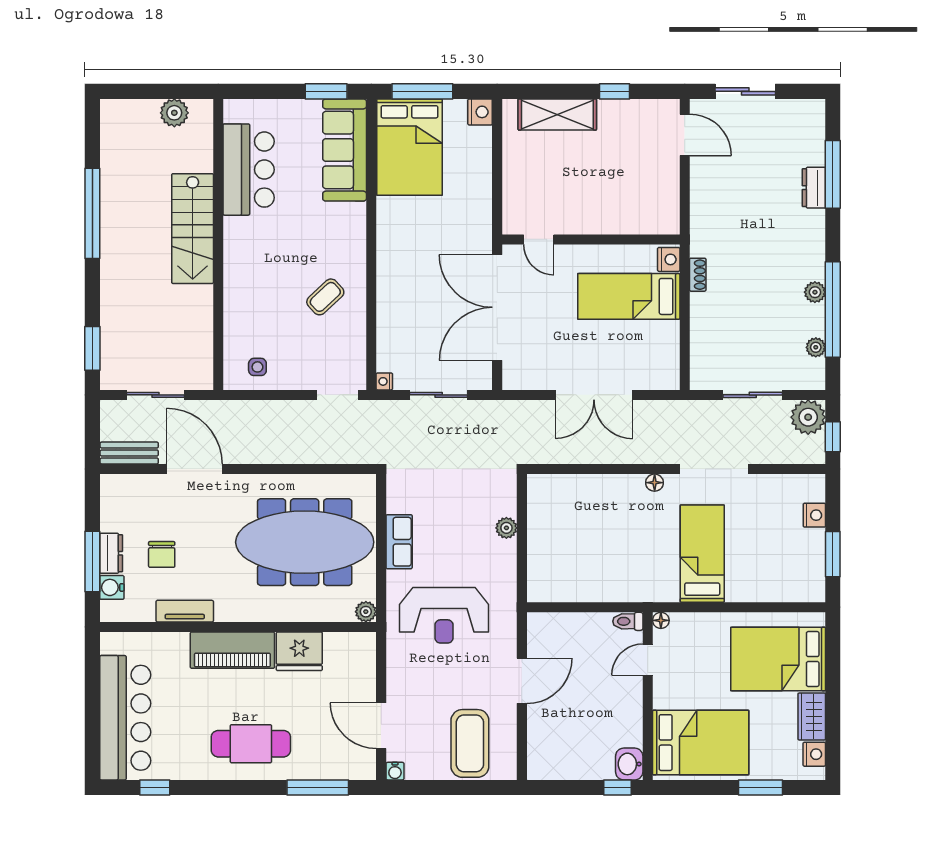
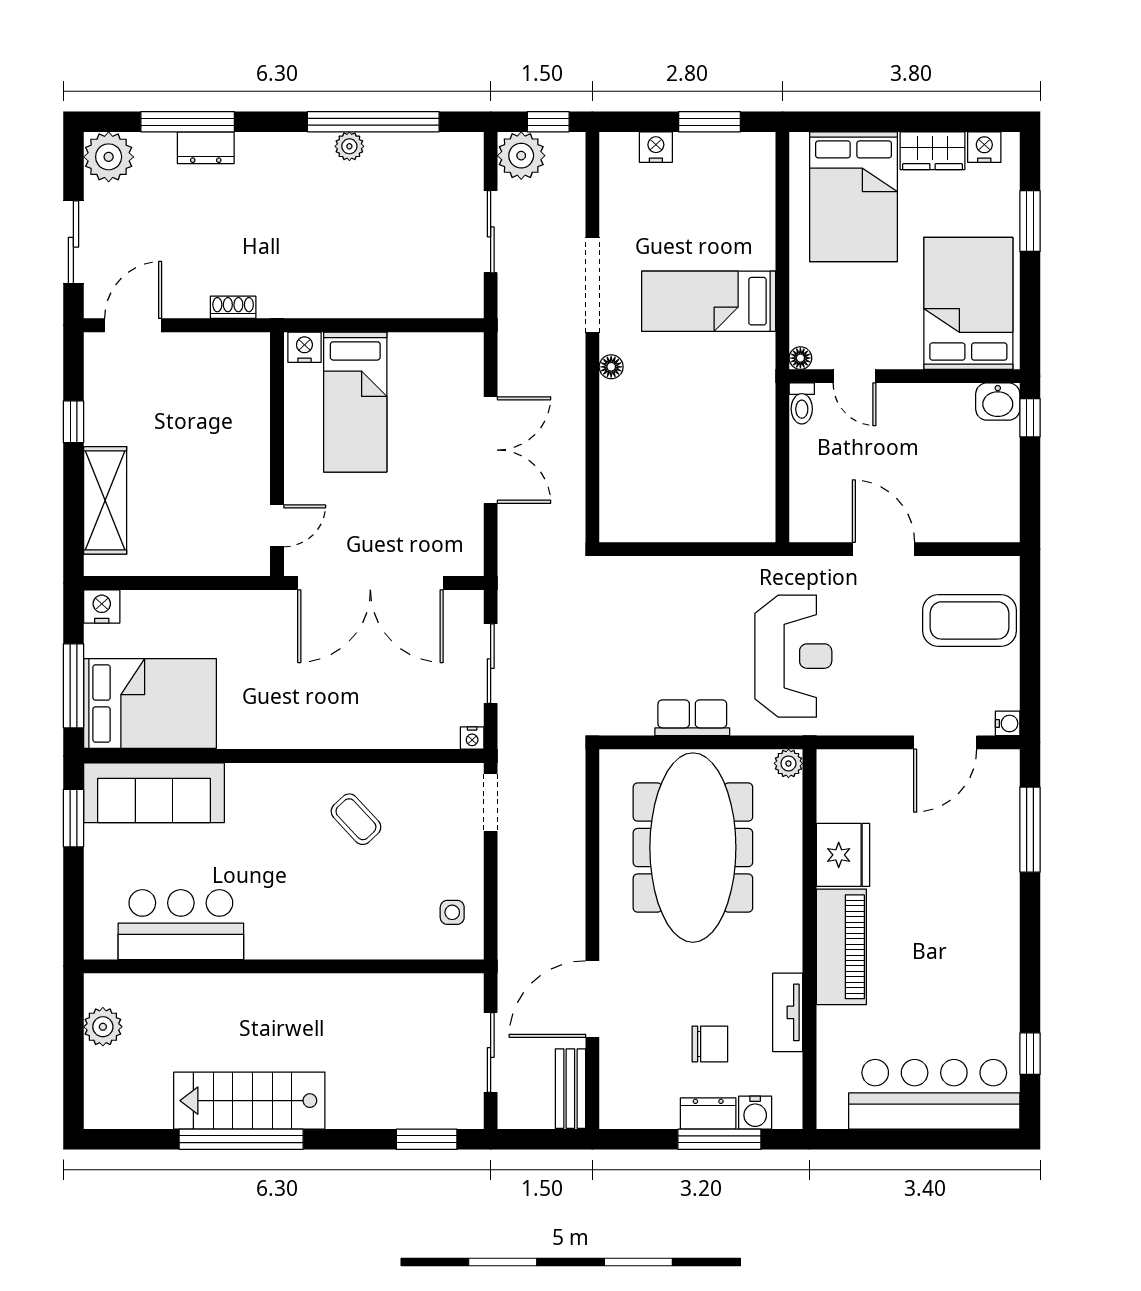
stairs: (193, 229) -> (249, 1101), moved, turned 180
shoe rack: (698, 275) -> (233, 307), moved
plant: (816, 347) -> (109, 157), moved, width x1.87, depth x1.87
plant: (506, 528) -> (673, 570), removed
cafe table: (251, 744) -> (970, 921), removed

